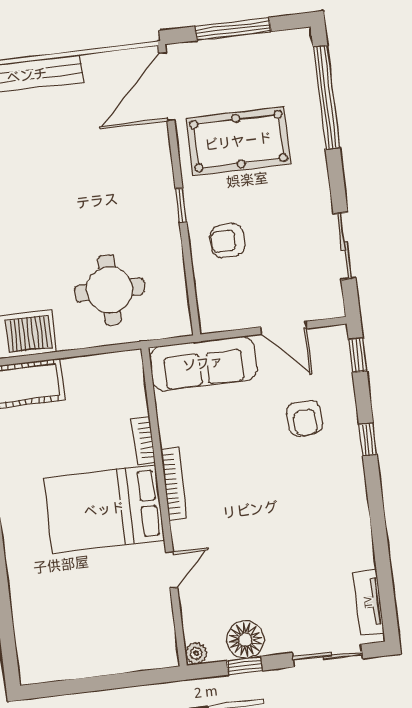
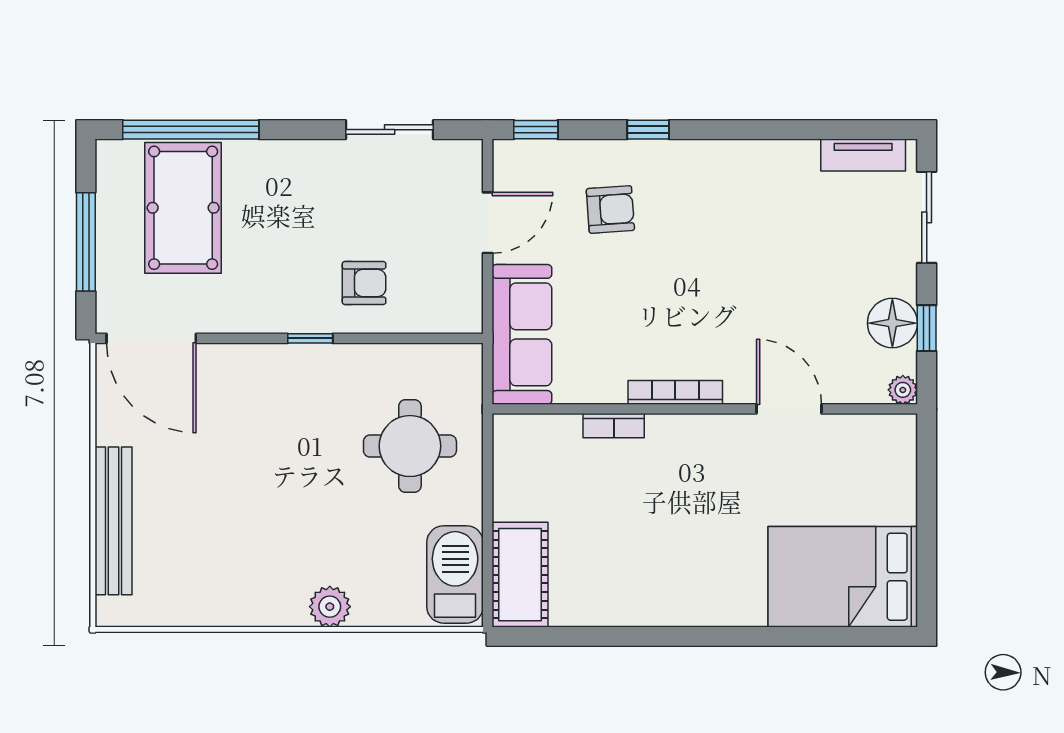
pool table: (238, 141) -> (183, 208), moved
armchair: (227, 241) -> (364, 283), turned -90
bed: (104, 509) -> (843, 577), moved, turned 90
door: (172, 570) -> (789, 409), width x1.38

